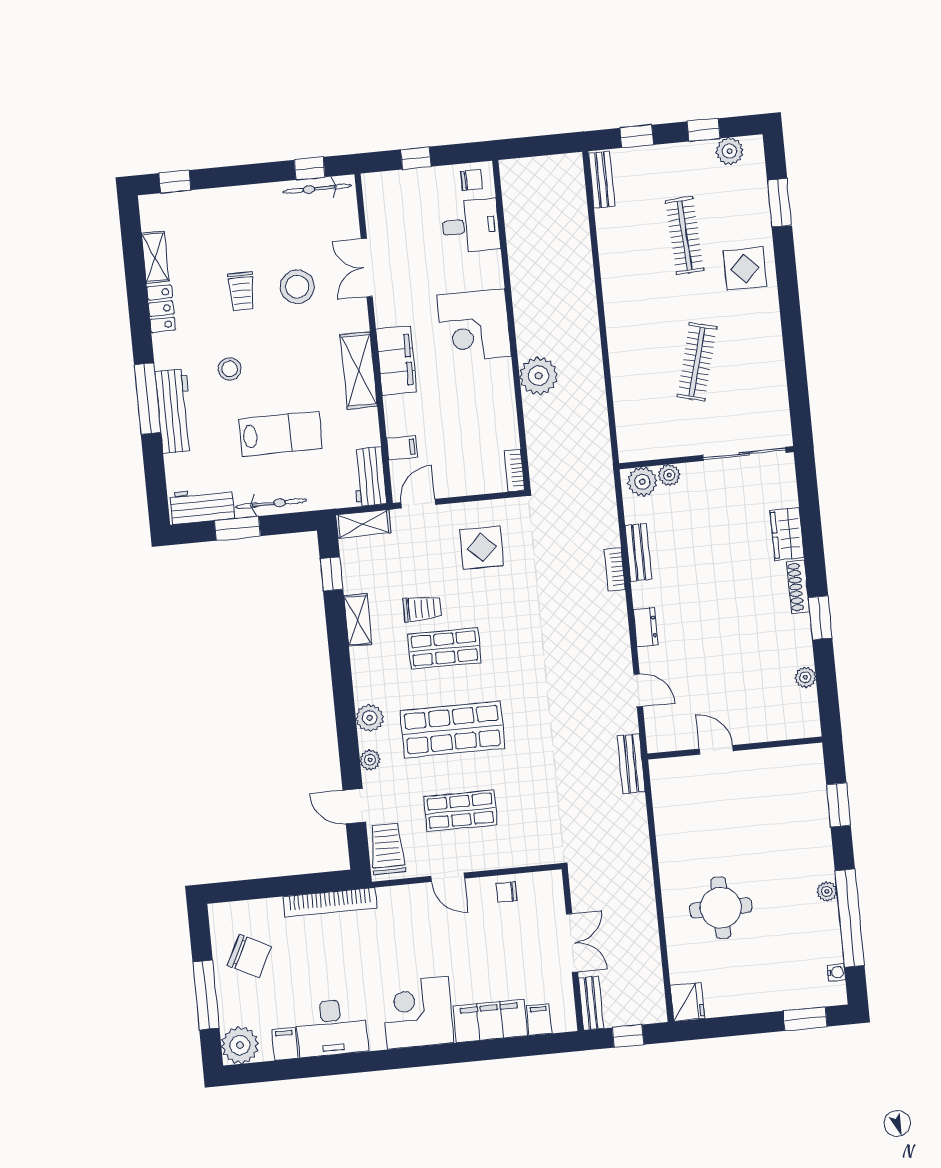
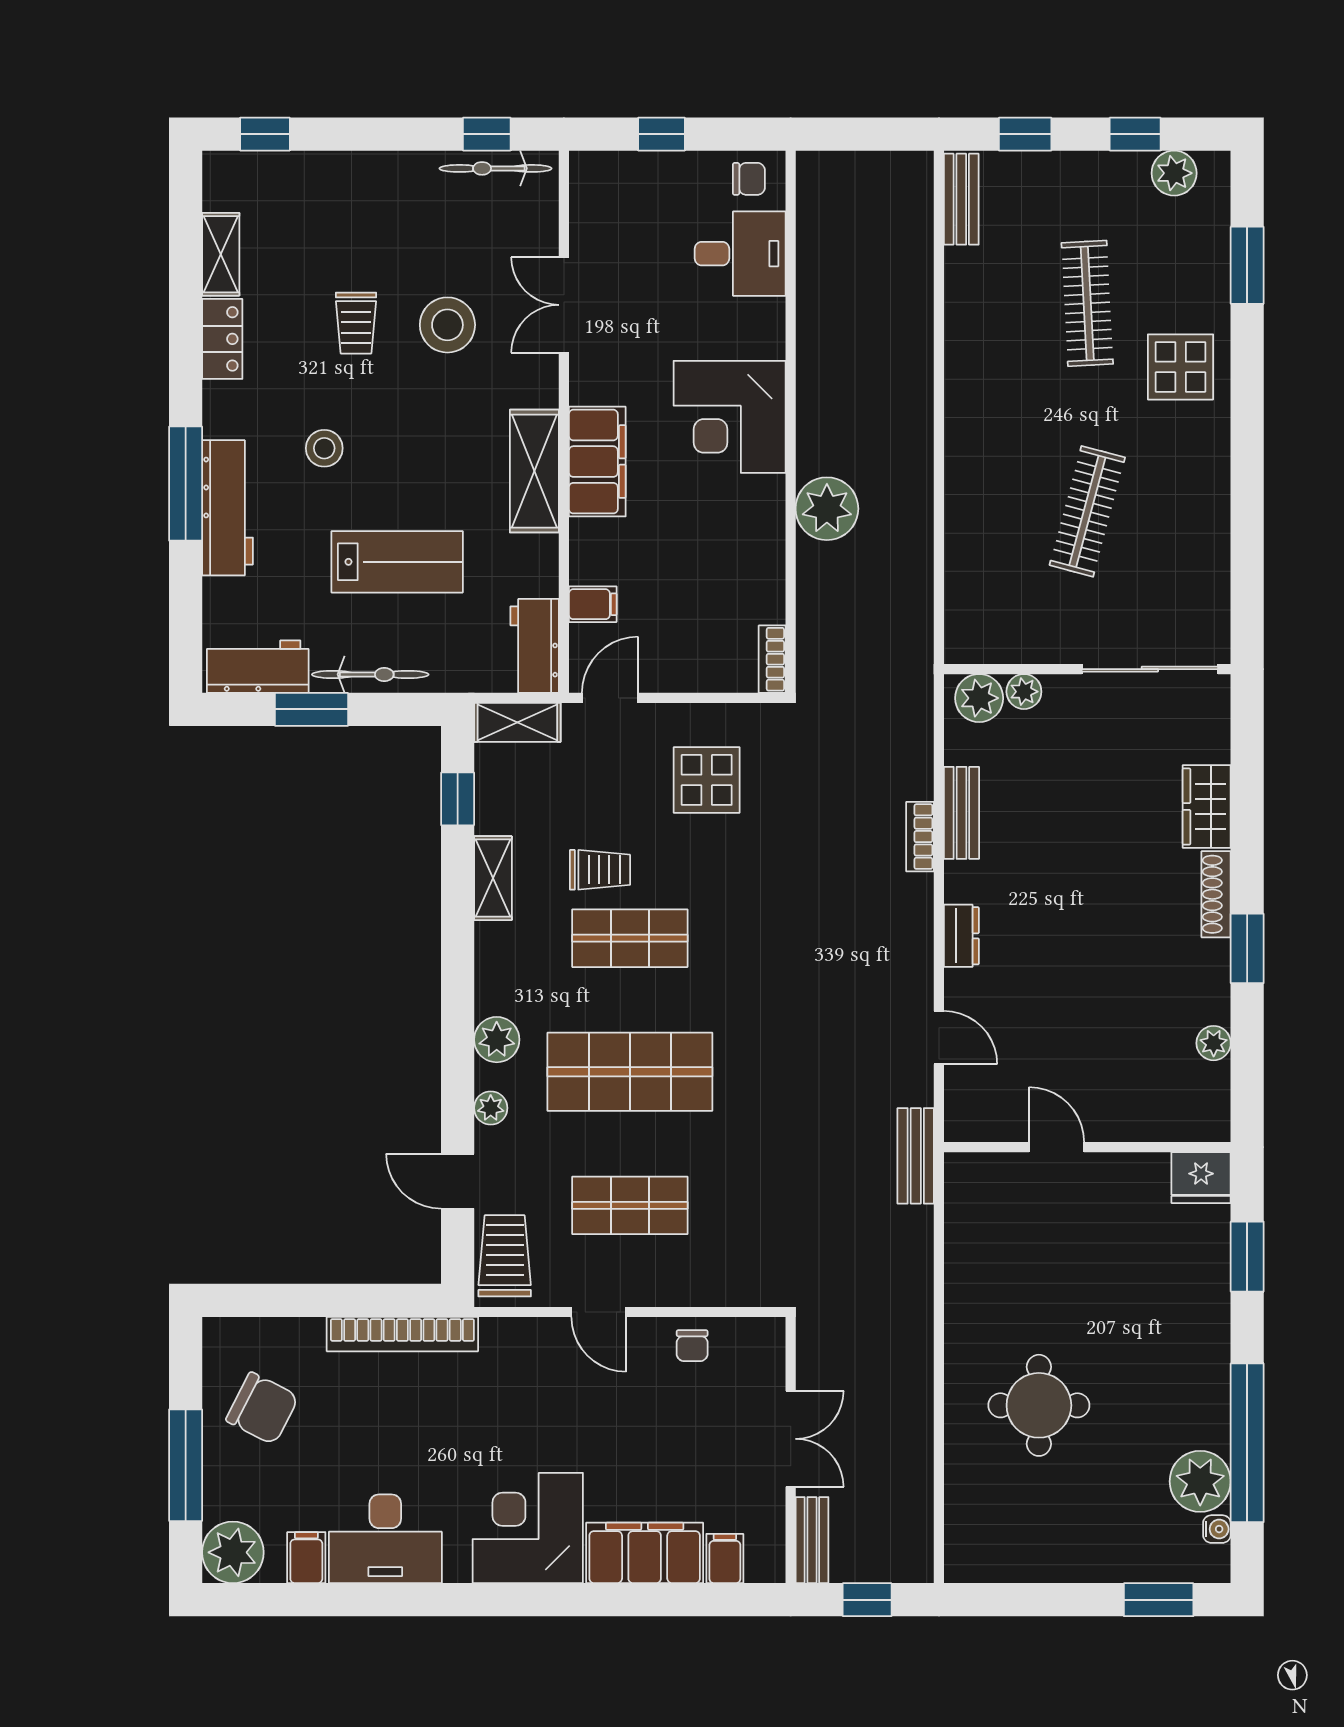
plant: (827, 891) -> (1200, 1481), moved, width x1.88, depth x1.88
chair: (507, 892) -> (692, 1346), turned -90
fridge: (687, 1002) -> (1201, 1178), moved, turned 90

